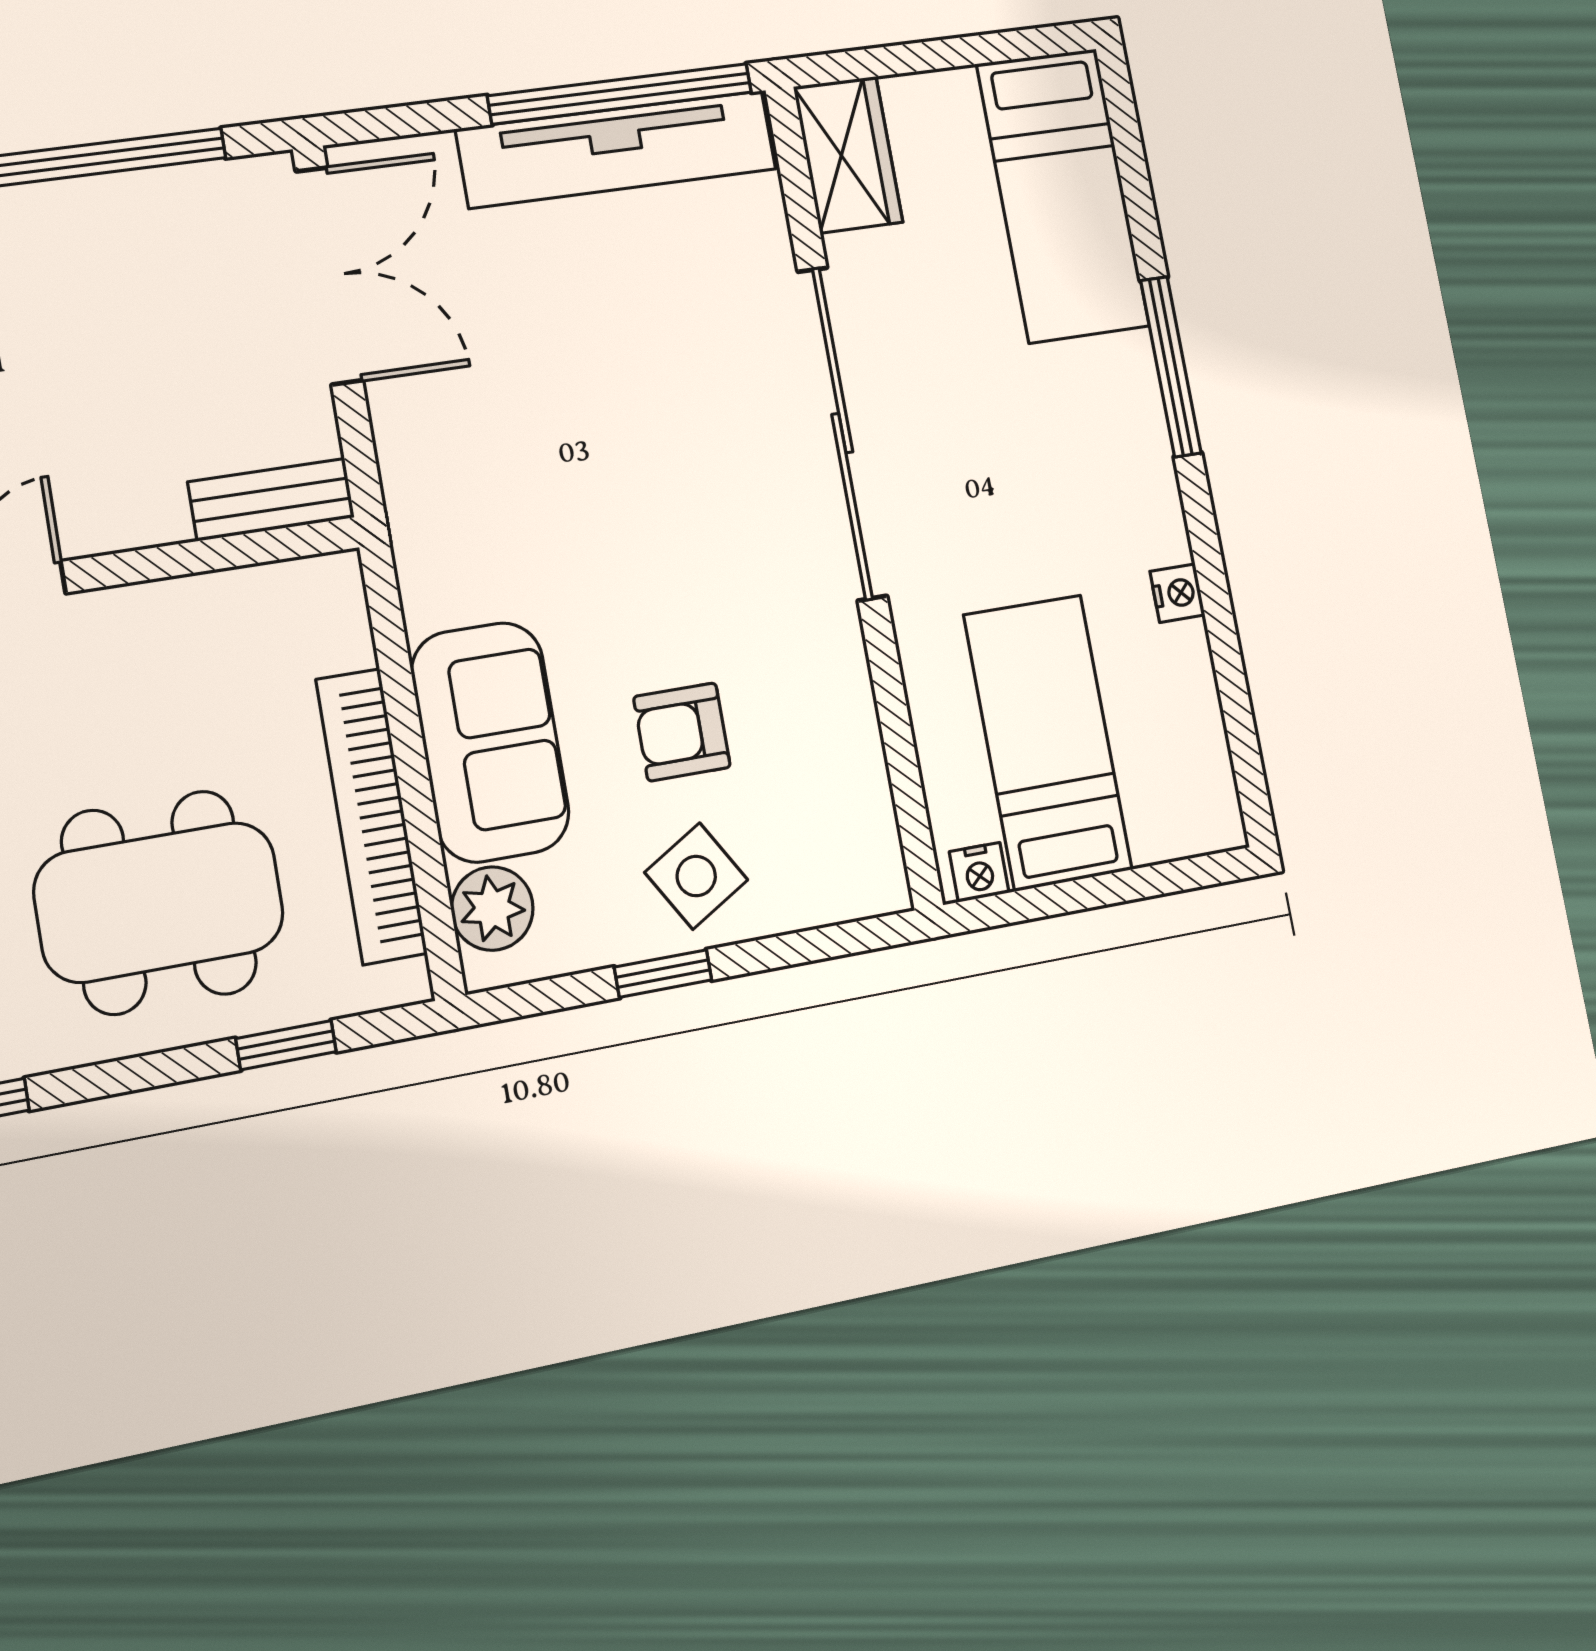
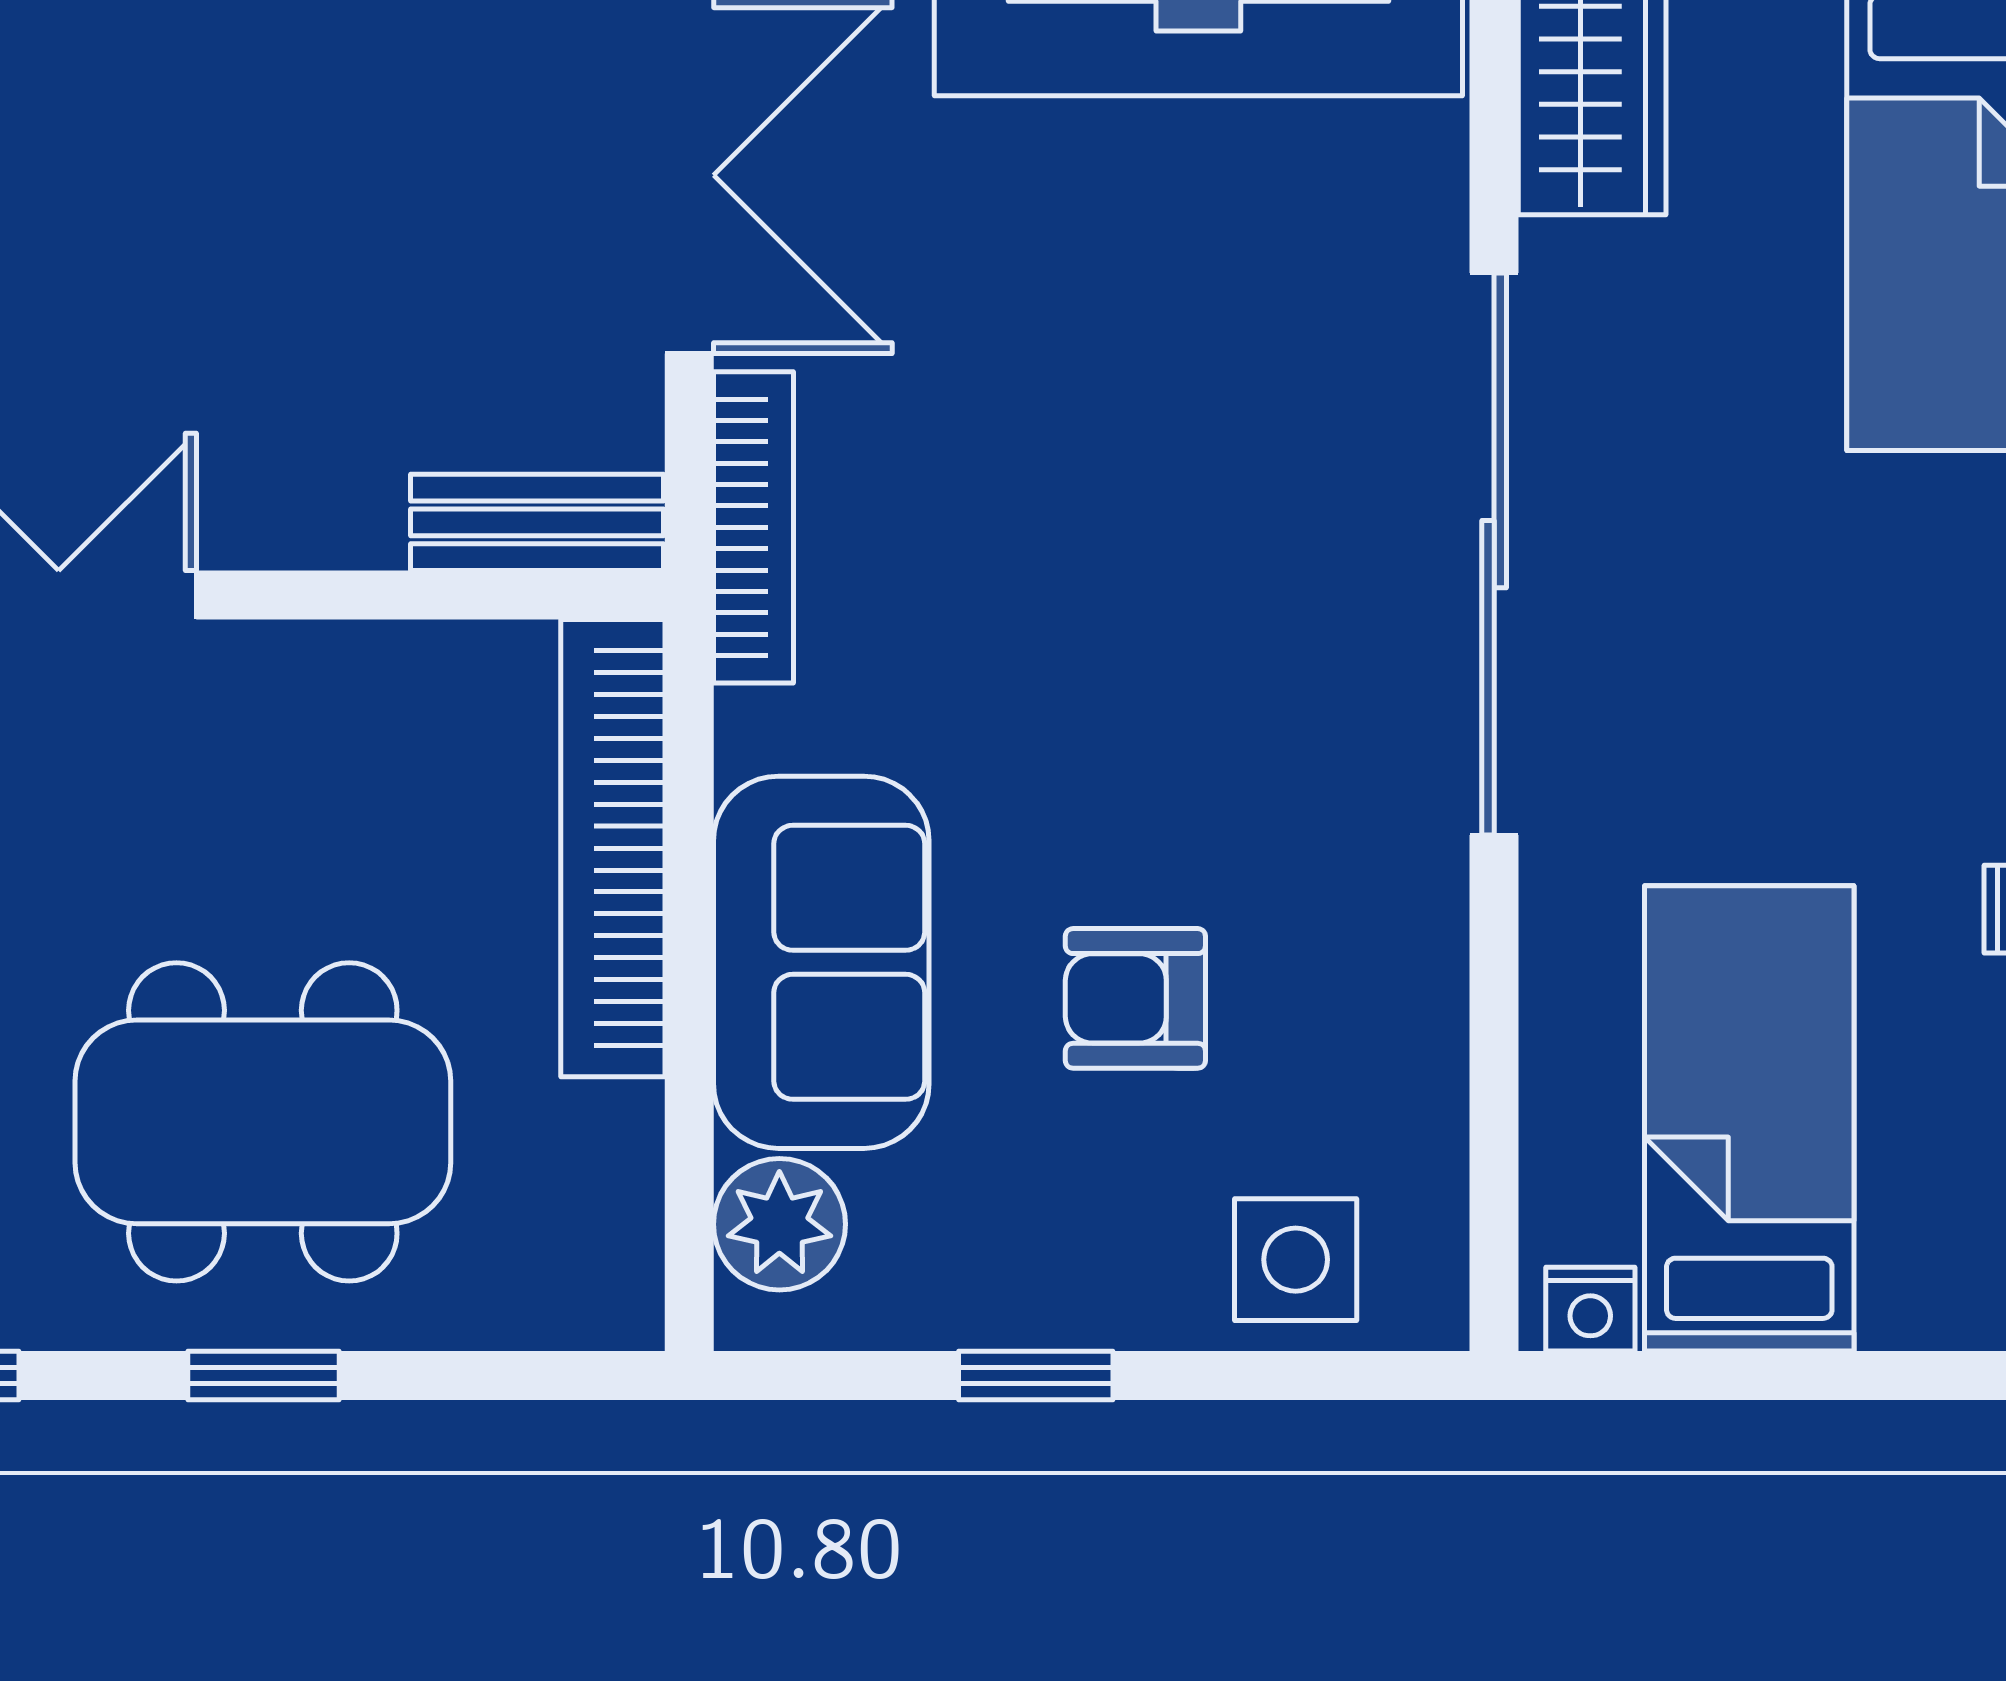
bookcase: (404, 483) -> (753, 527), added
bookcase: (371, 816) -> (613, 848), moved
side table: (696, 876) -> (1296, 1260), moved, turned 31
window: (286, 1045) -> (264, 1376), moved

